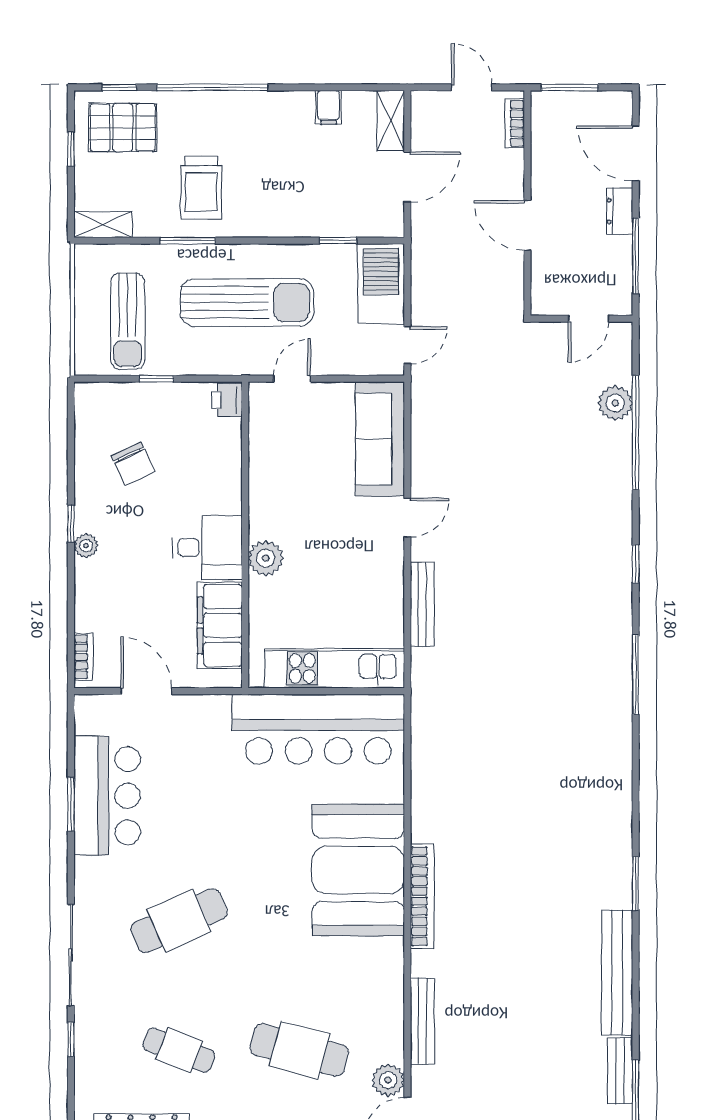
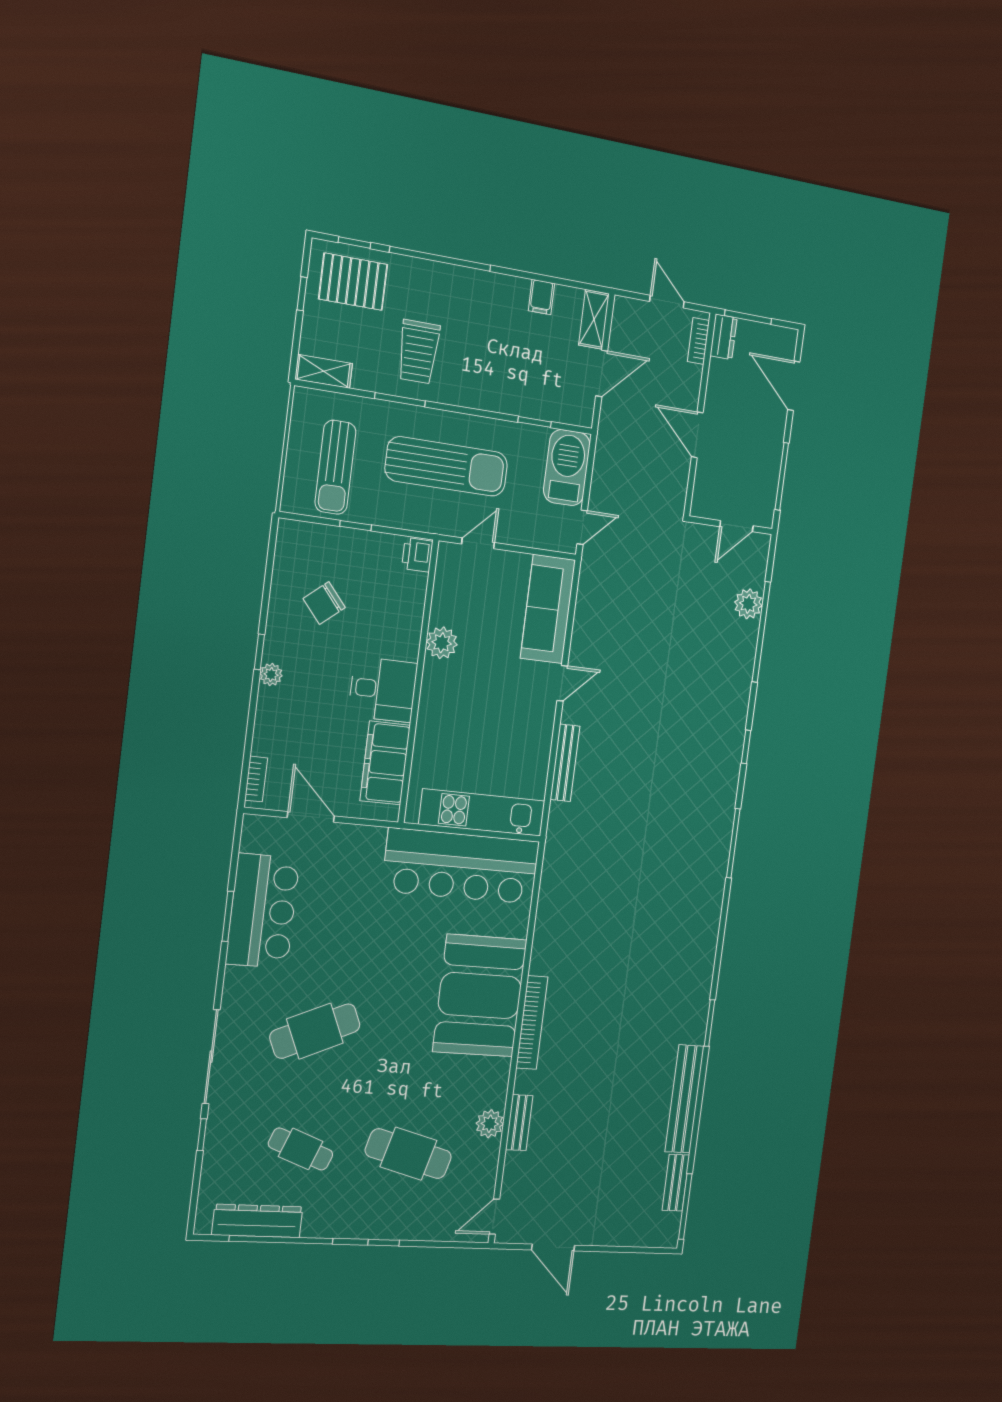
dresser: (619, 211) -> (724, 337), moved, turned 180
chair: (133, 464) -> (324, 603), turned 75
plant: (266, 558) -> (442, 643), moved
bench: (422, 1021) -> (519, 1123), width x0.73
plant: (388, 1080) -> (490, 1124), moved

